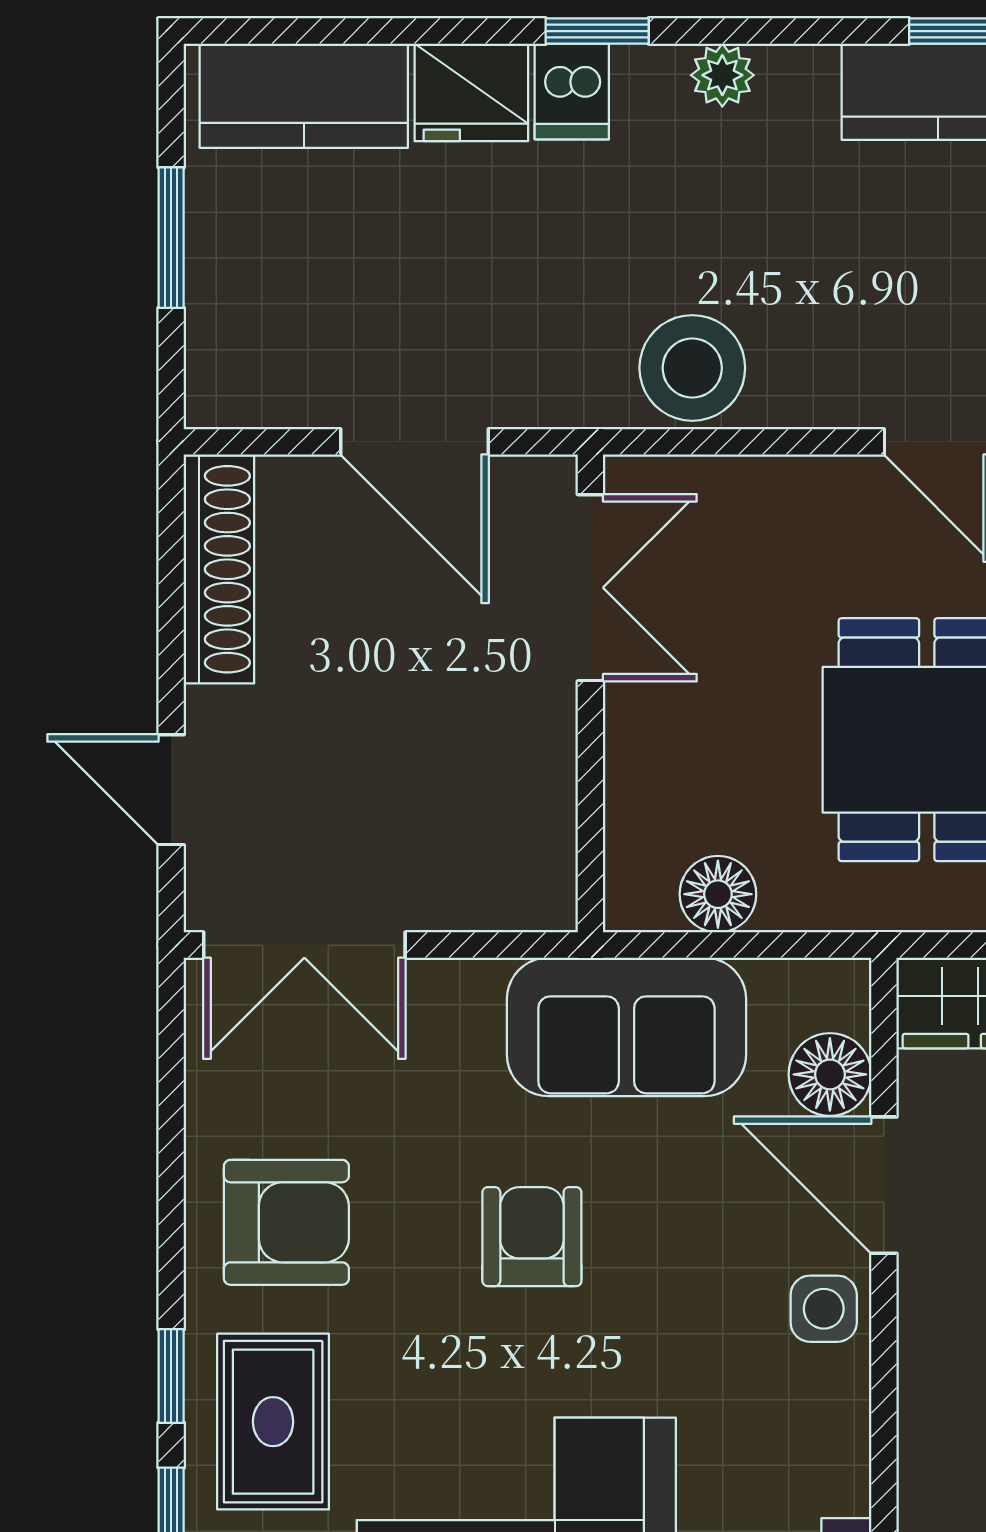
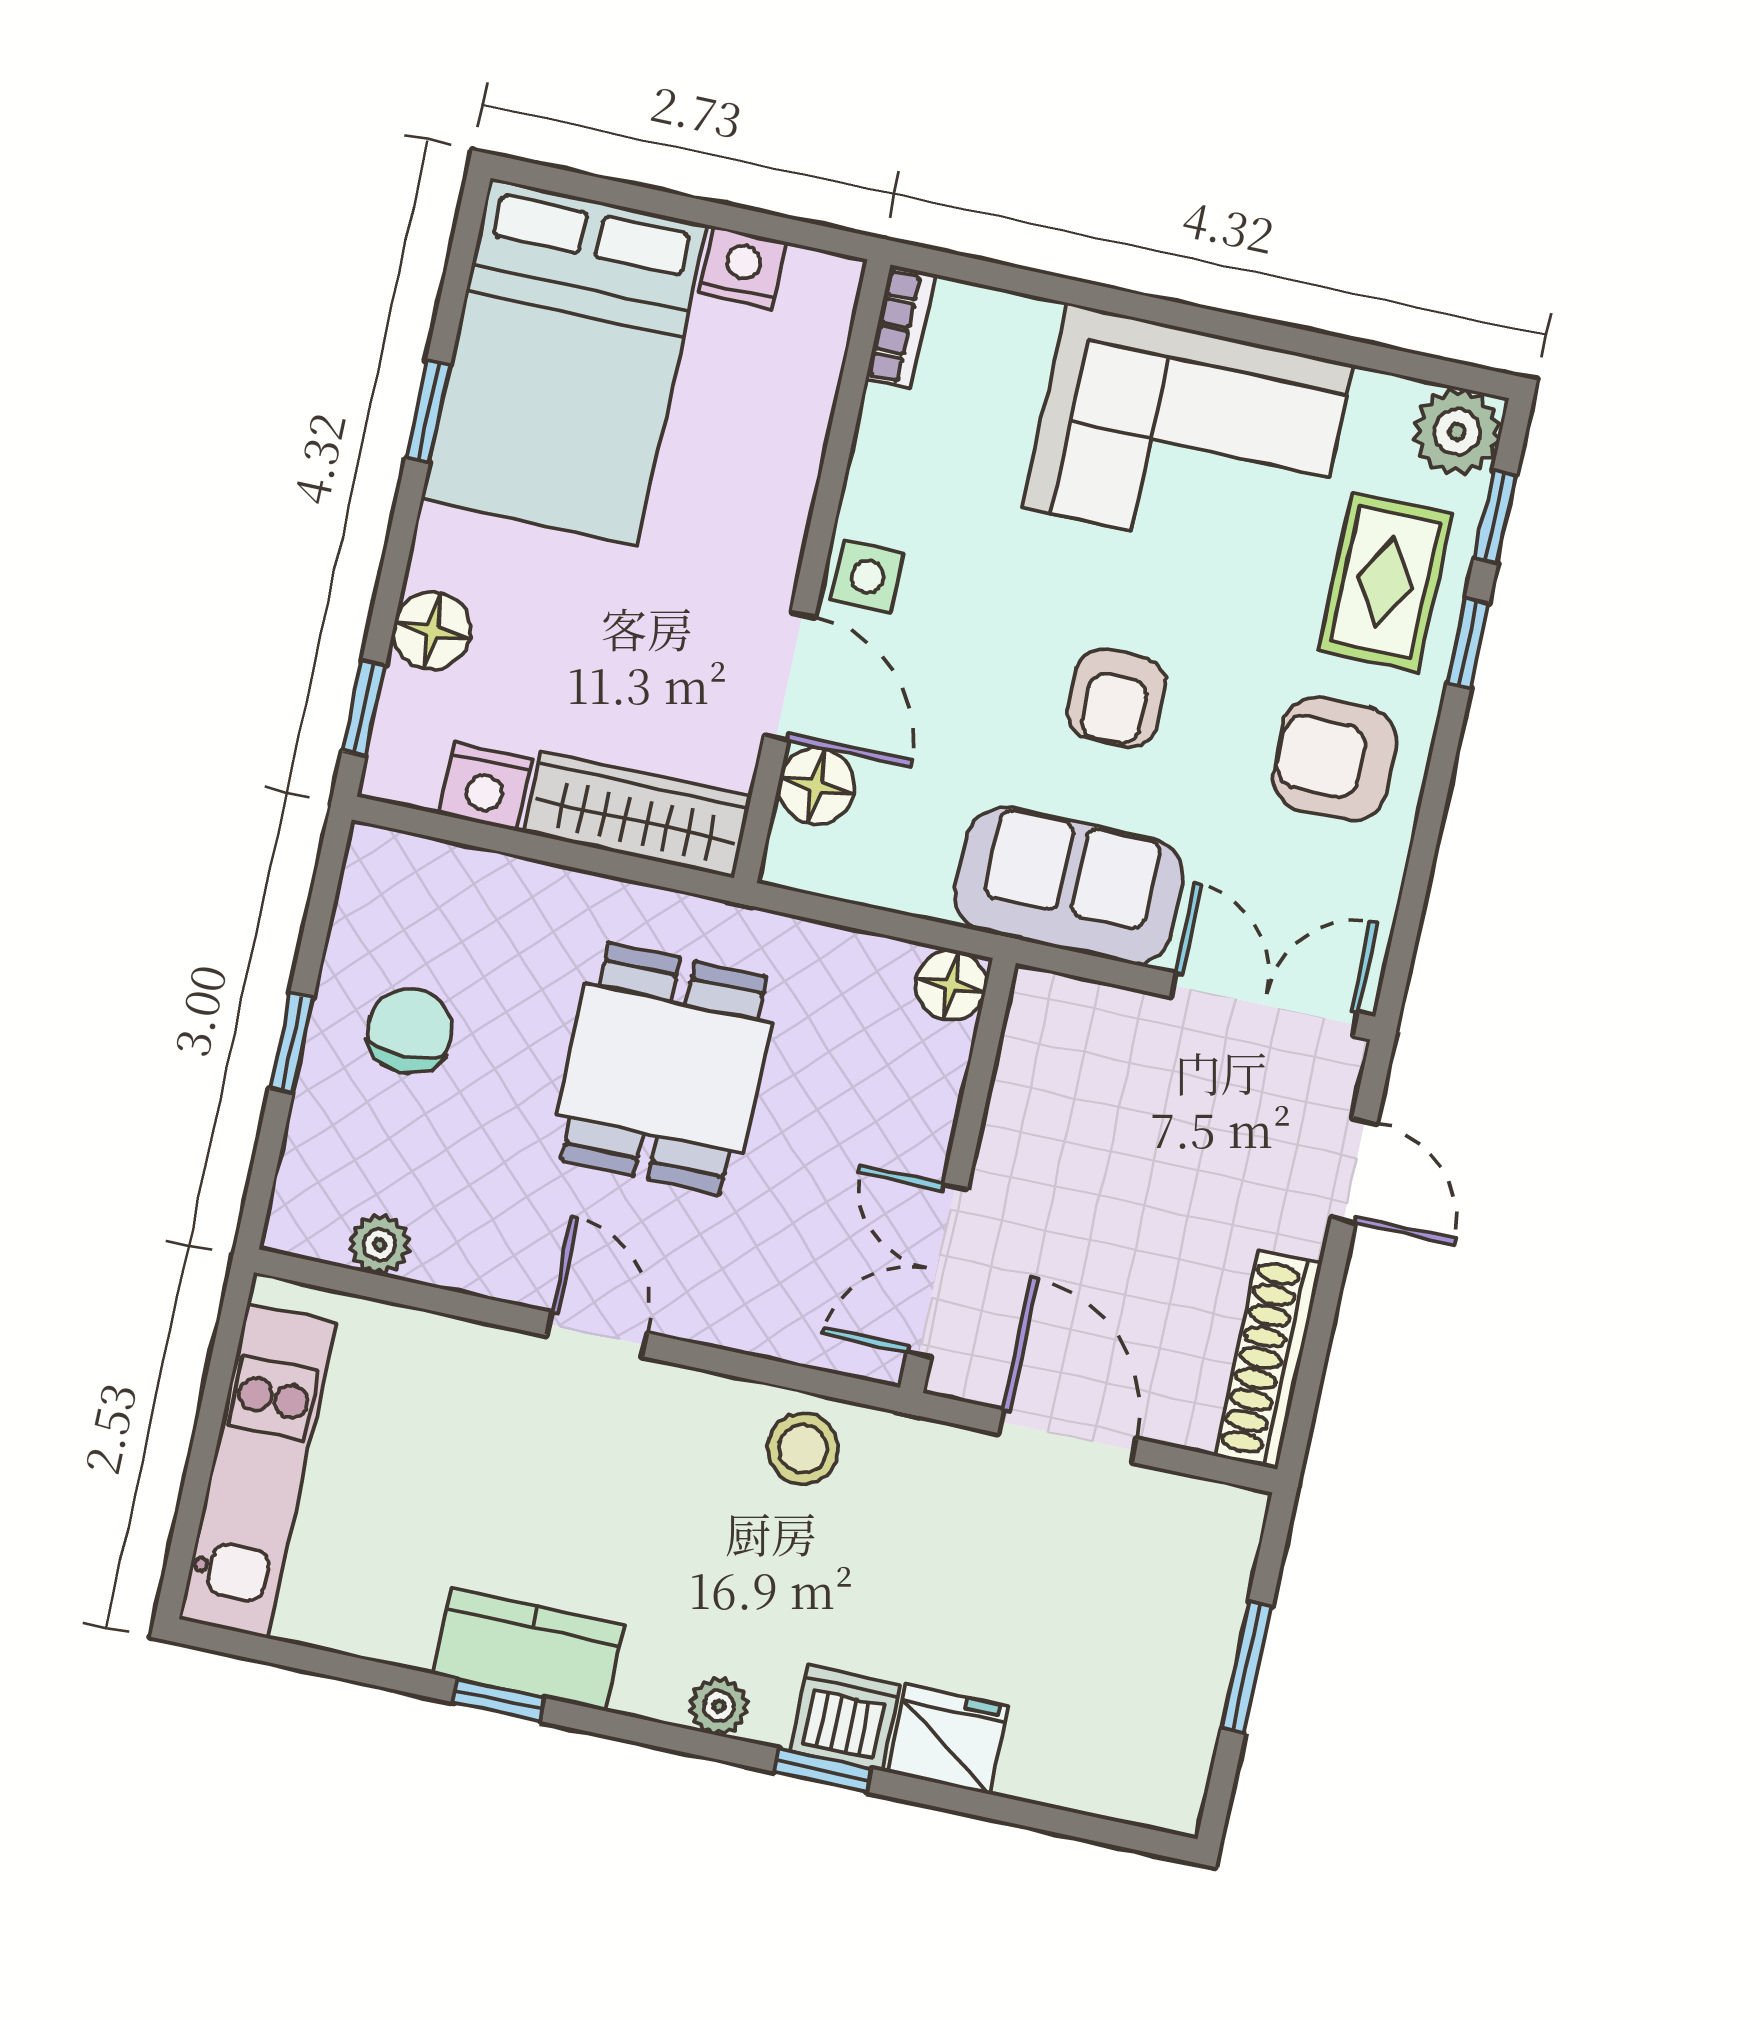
dishwasher: (572, 91) -> (845, 1718), width x1.38
kitchen counter: (304, 96) -> (1100, 1769), removed
stool: (692, 368) -> (803, 1449), width x0.73, depth x0.73
floor lamp: (718, 894) -> (951, 985), moved
sofa: (626, 1027) -> (1069, 885), moved

